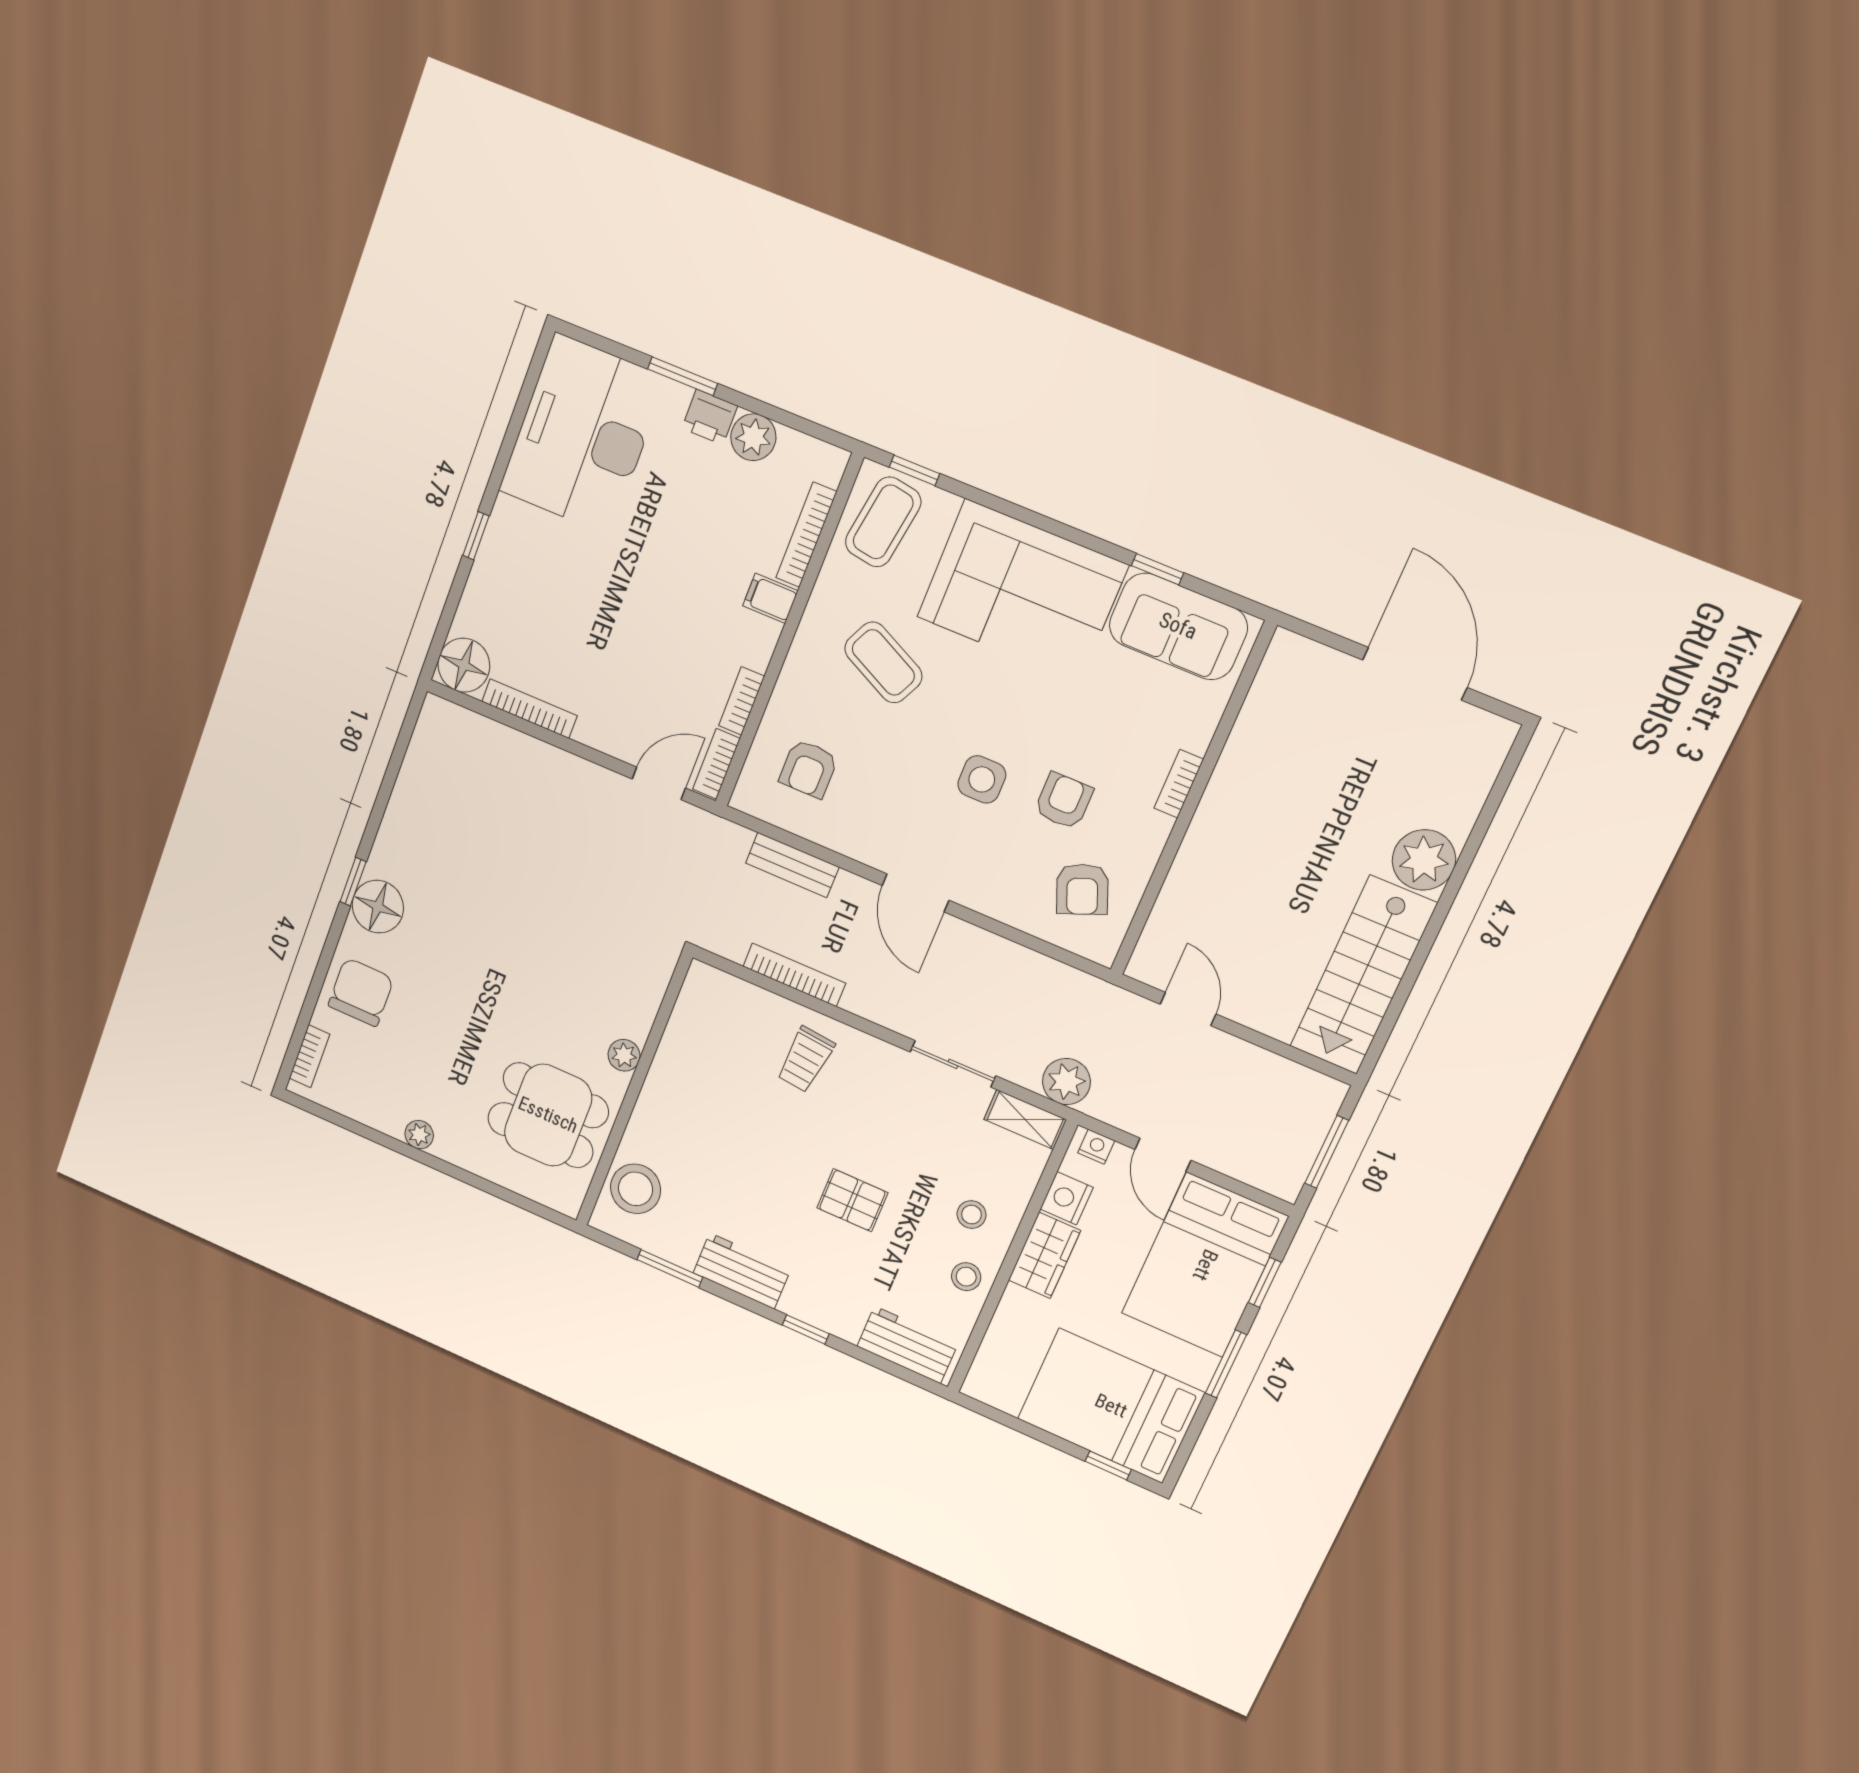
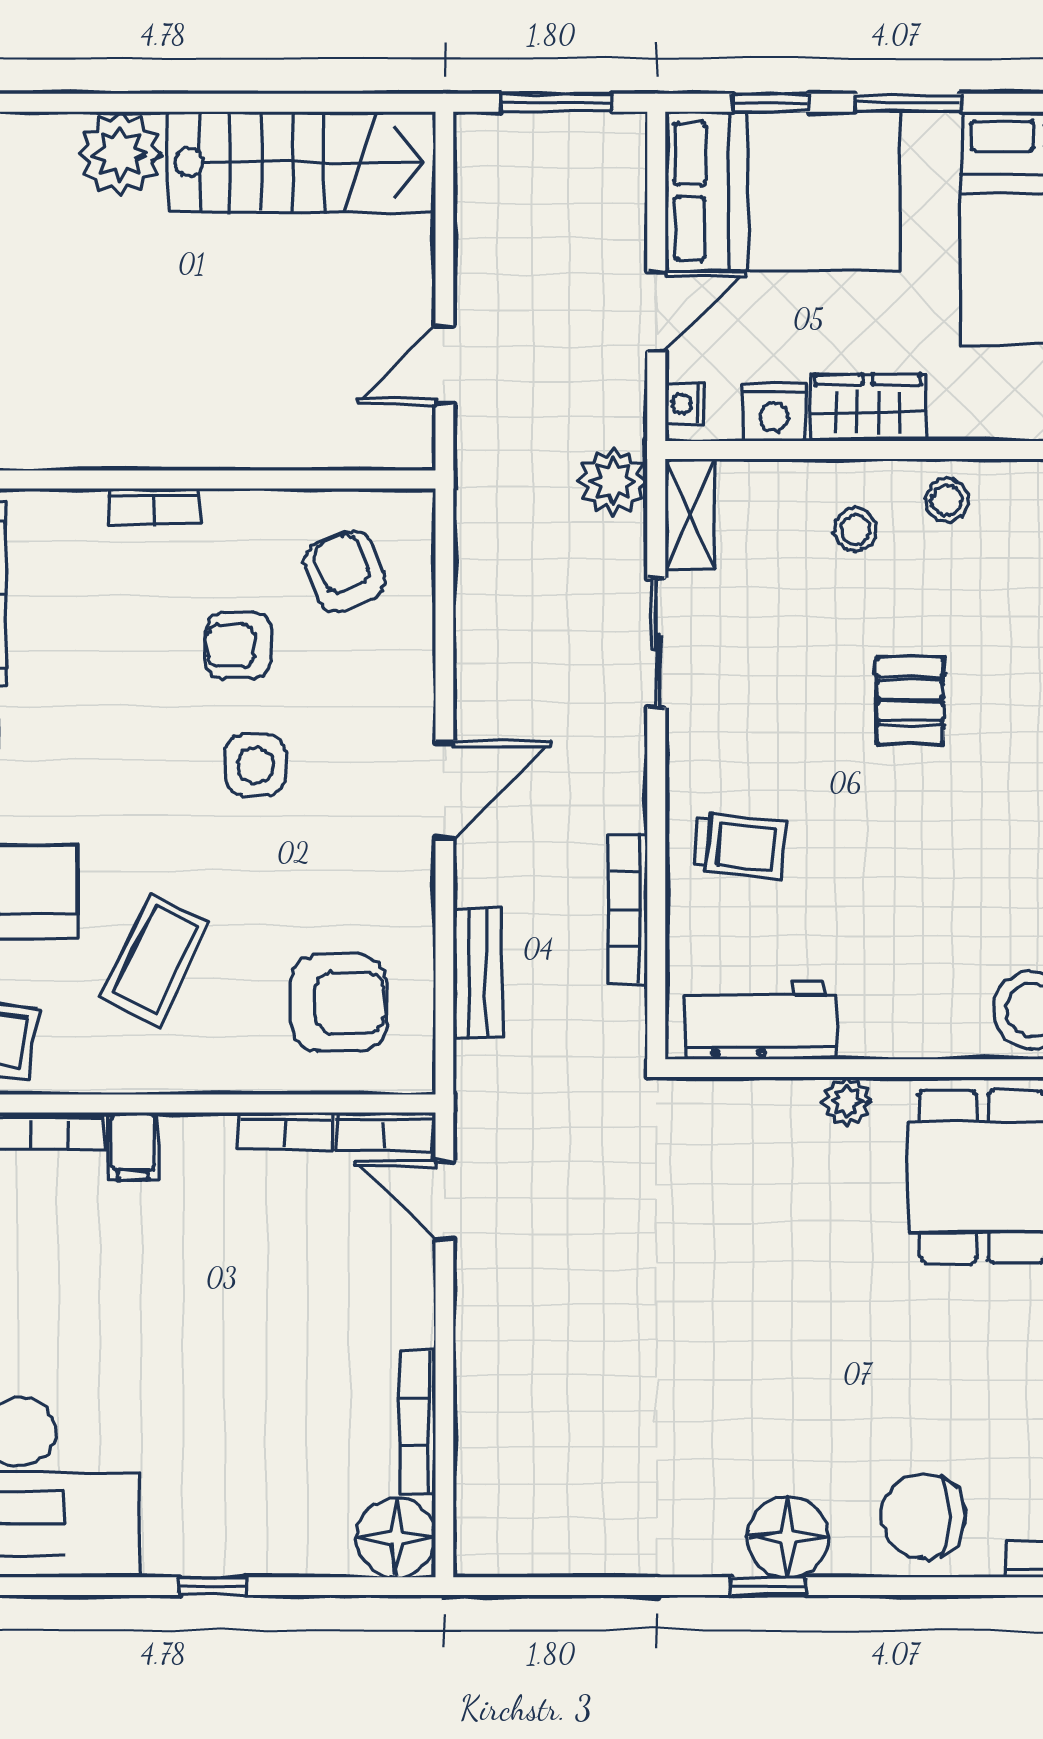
armchair: (809, 769) -> (338, 1003), width x1.38, depth x1.38
armchair: (1082, 889) -> (345, 571), turned -90
workbench: (693, 1026) -> (761, 1021), added

